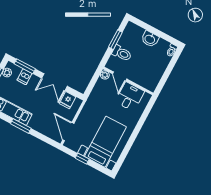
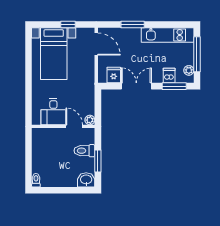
washbasin: (150, 39) -> (86, 180), moved
window: (21, 126) -> (133, 24), moved

